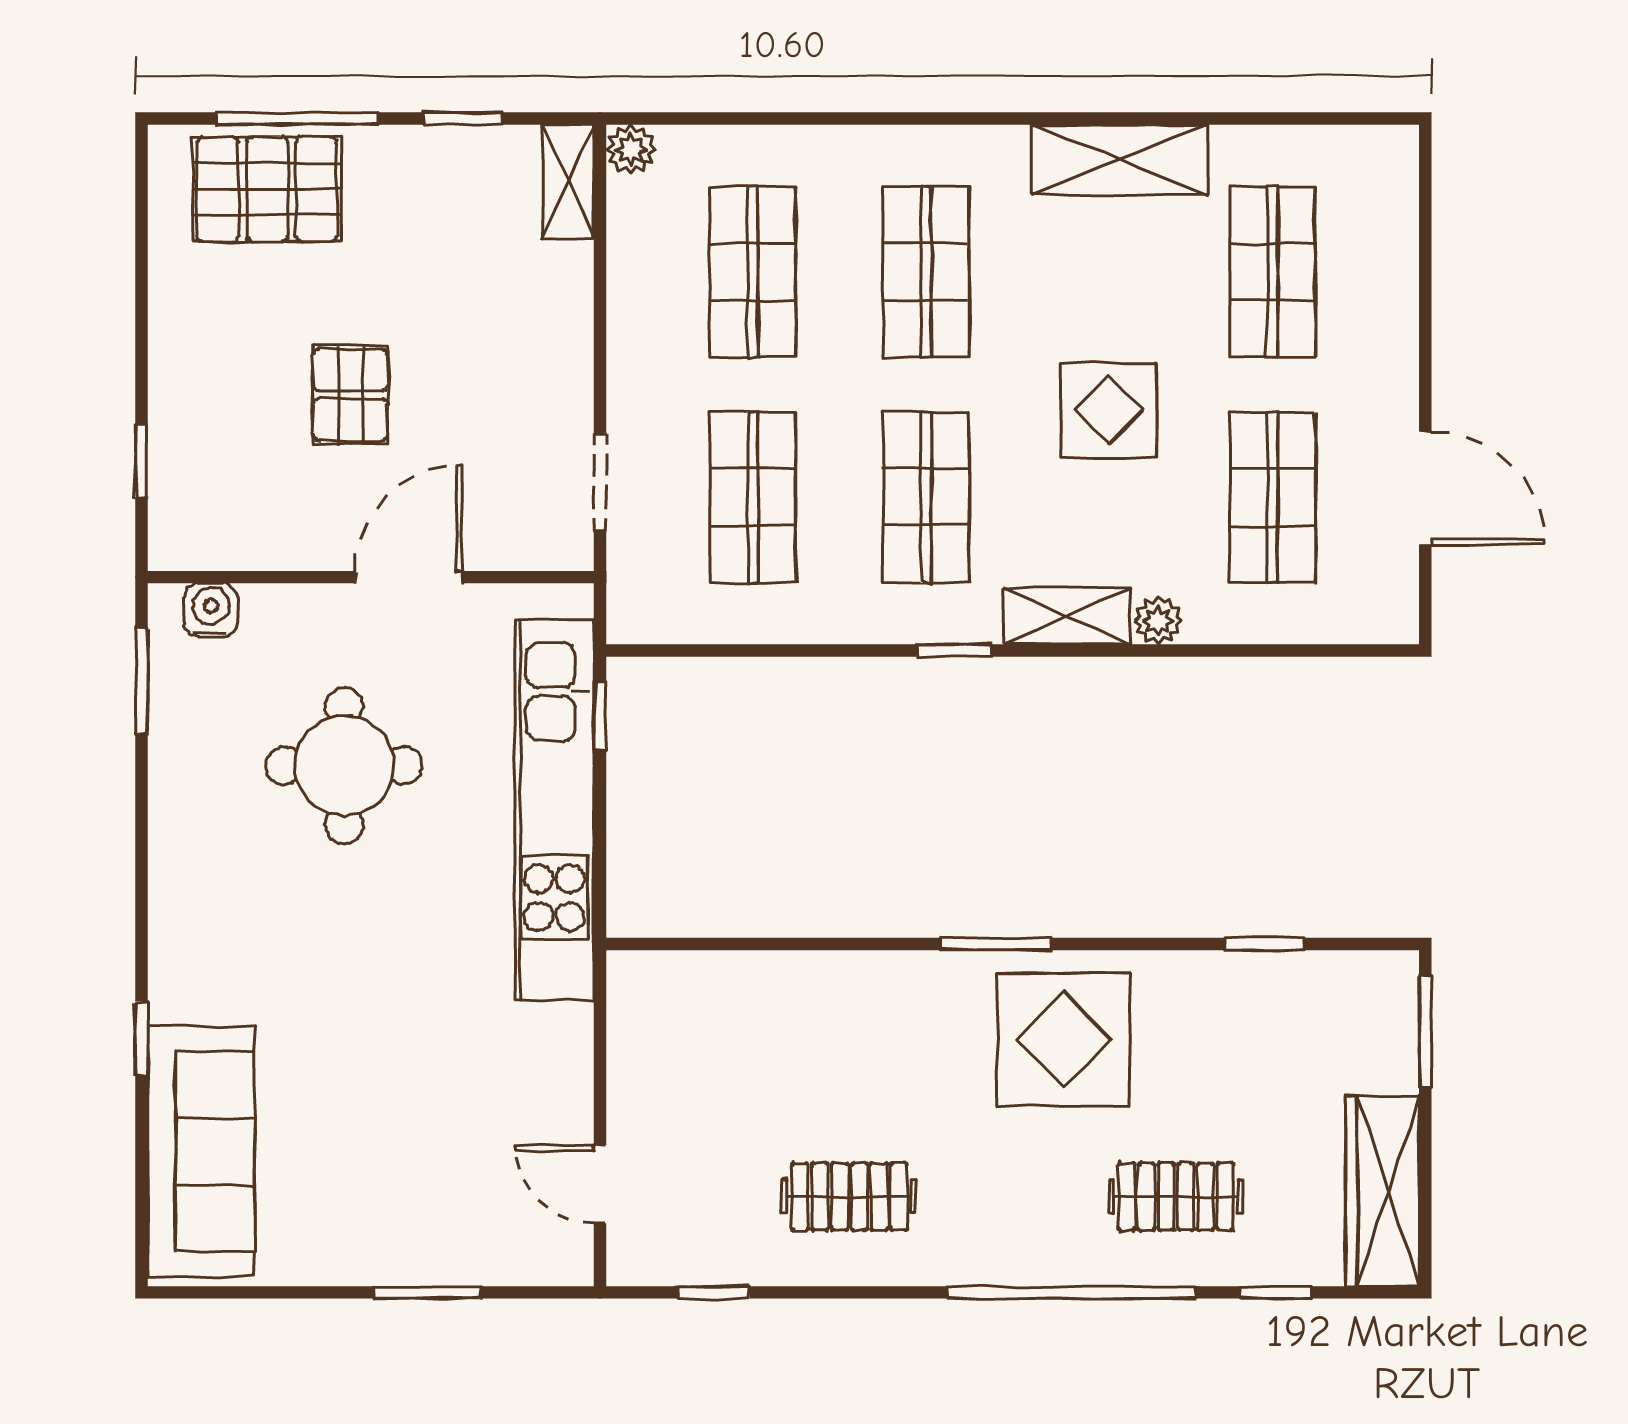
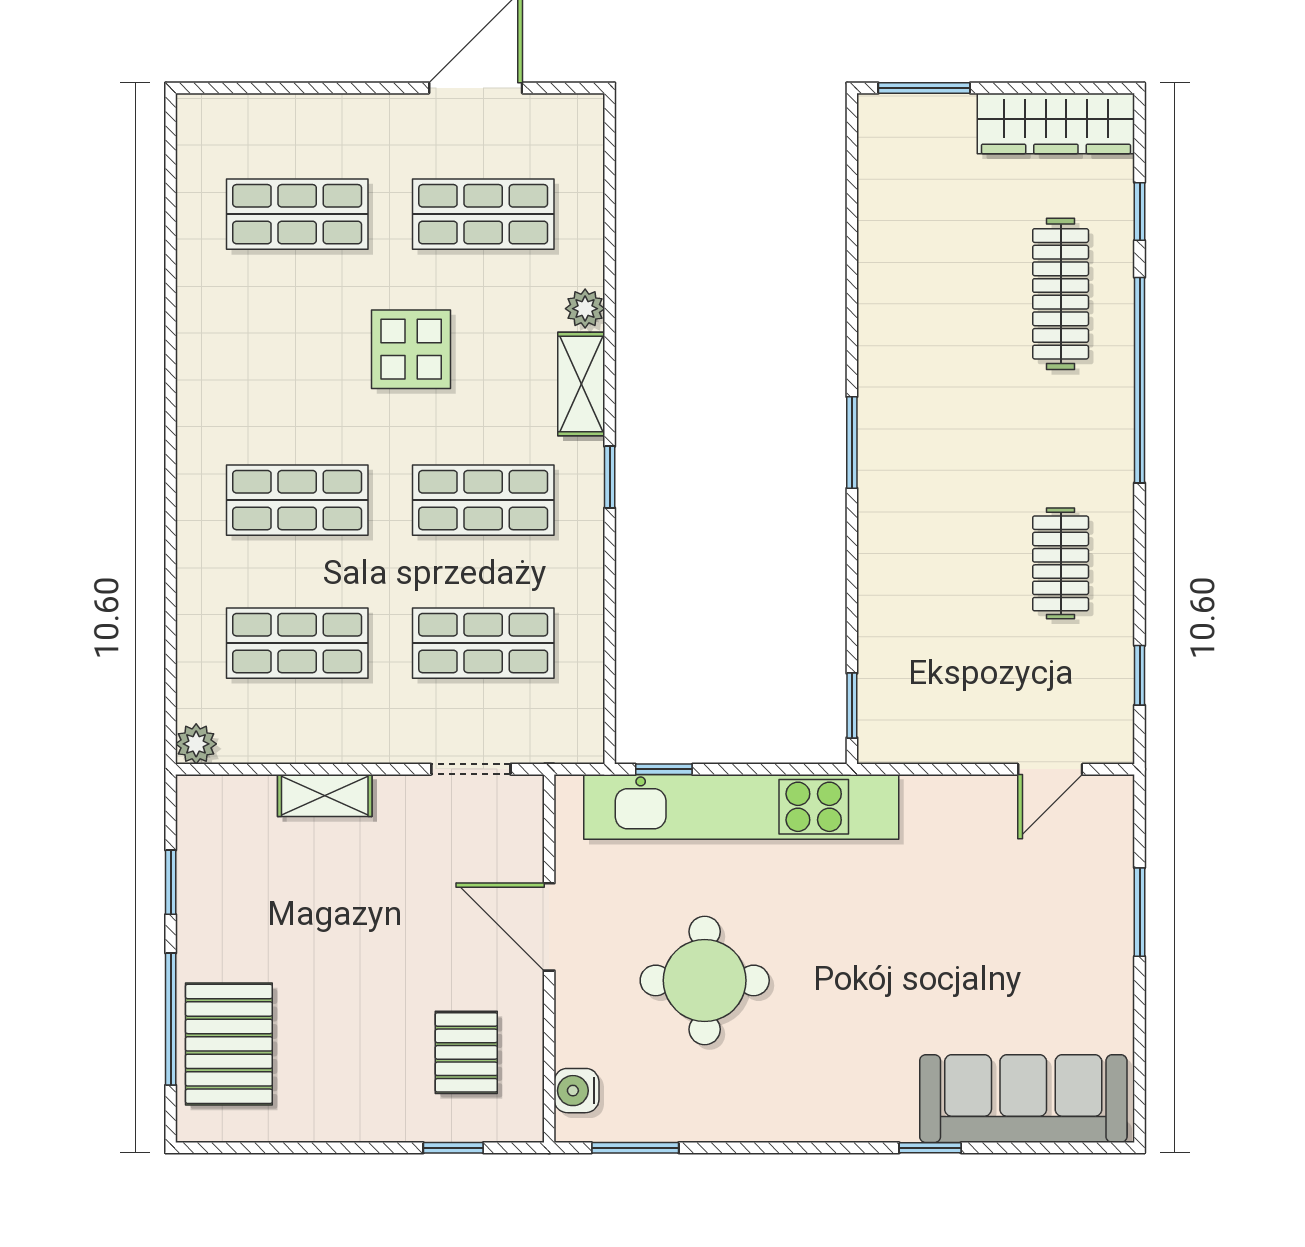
shelving: (1120, 160) -> (205, 340), removed
shelving: (568, 182) -> (325, 795), moved
pallet: (350, 395) -> (466, 1052), moved, turned 90
window: (1264, 944) -> (852, 706), moved
display table: (1063, 1039) -> (931, 387), removed
clothes rail: (1176, 1197) -> (1061, 294), width x1.36

